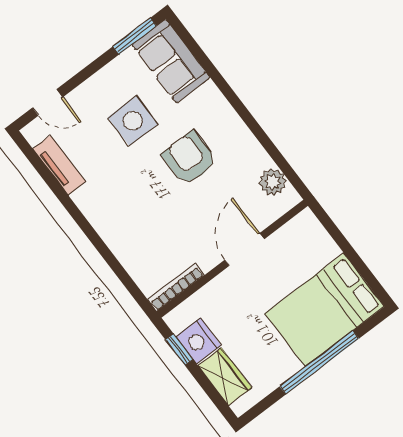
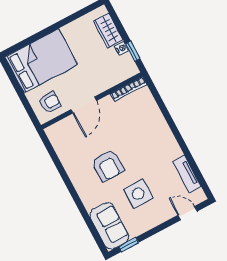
window: (135, 36) -> (129, 244), width x0.67
plant: (273, 182) -> (60, 143), removed
armchair: (300, 245) -> (50, 102), added
nightstand: (198, 341) -> (122, 48), width x0.53, depth x0.56
window: (319, 363) -> (50, 30), removed

